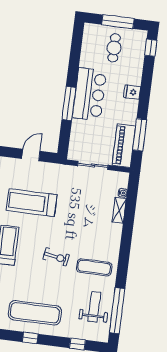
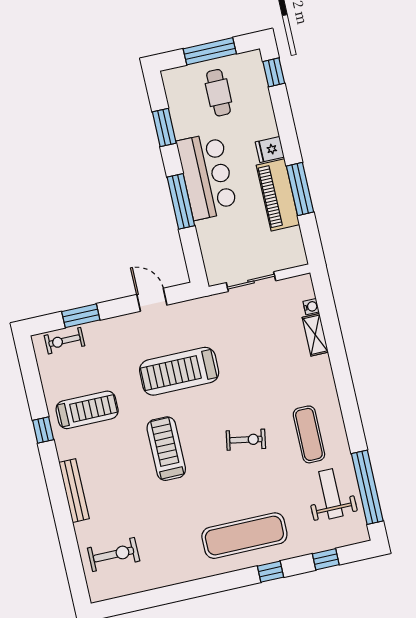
window: (75, 57) -> (164, 127), added
window: (140, 135) -> (300, 189), moved
piano: (124, 146) -> (278, 195), moved
door: (31, 155) -> (152, 300), hinge flipped
exercise mat: (94, 267) -> (309, 434), turned 90
window: (30, 338) -> (270, 572), moved

